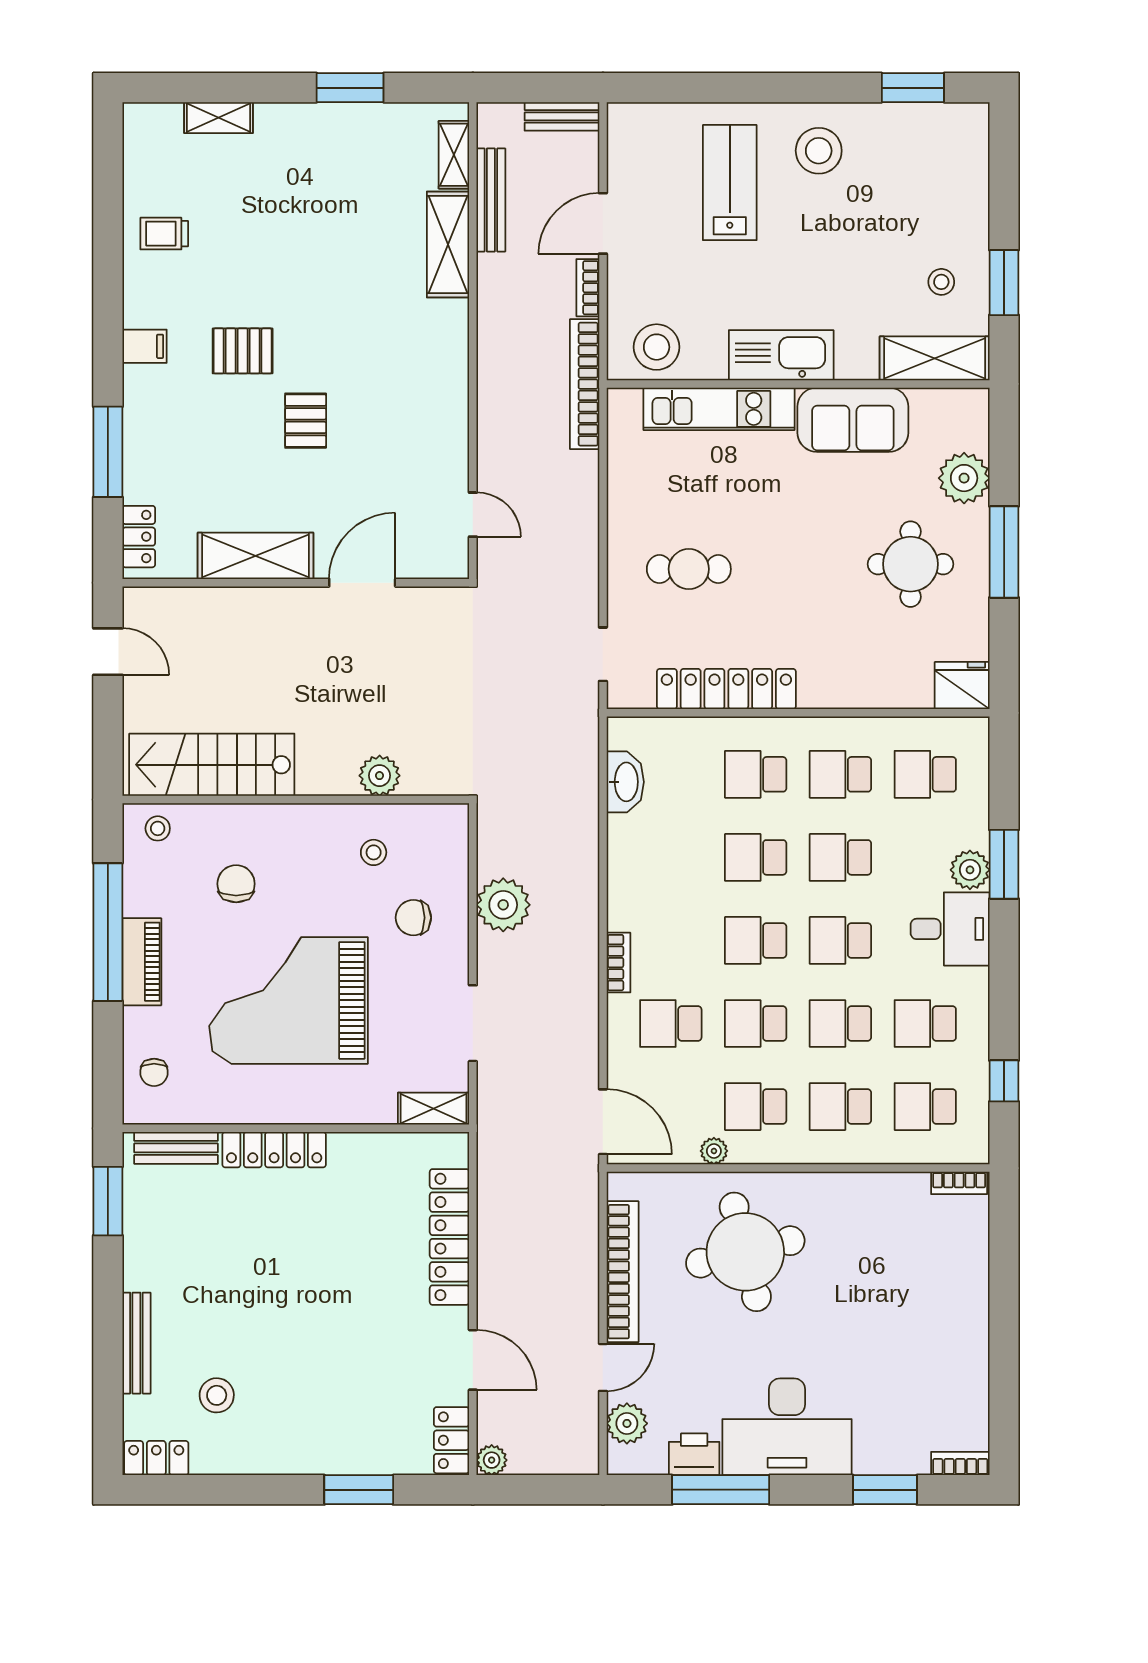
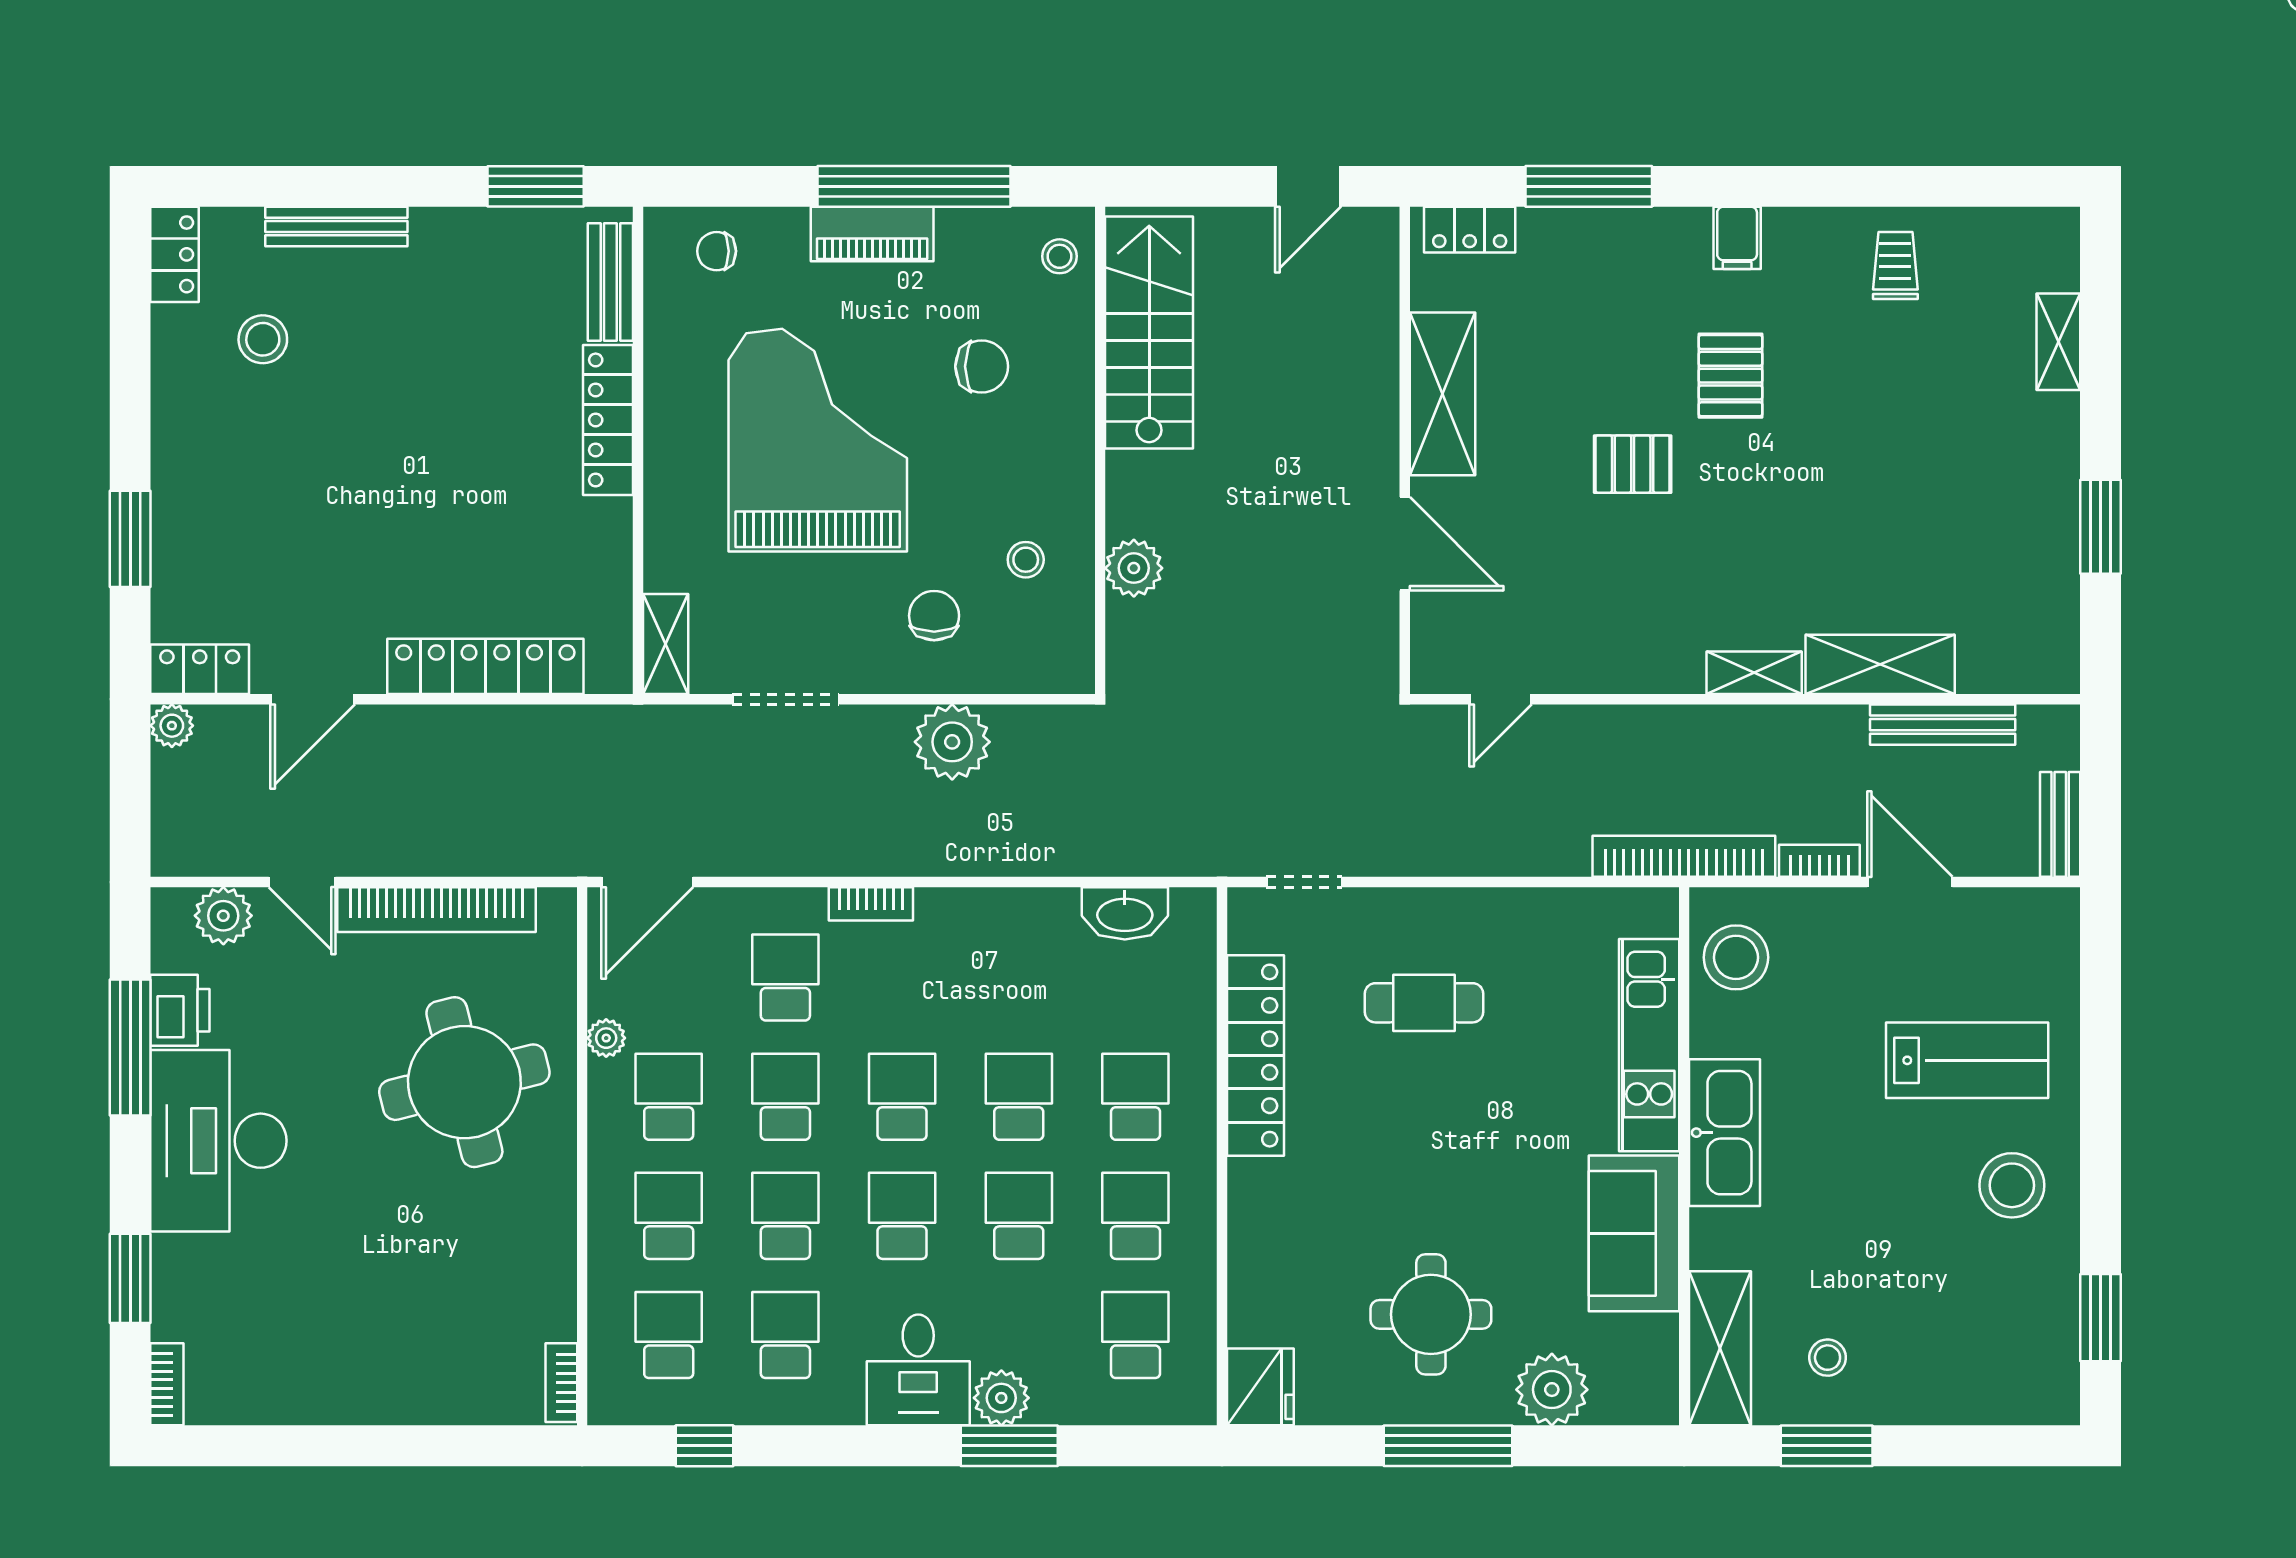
shelving: (454, 155) -> (1754, 673), moved
cafe table: (689, 569) -> (1424, 1003), turned 90

